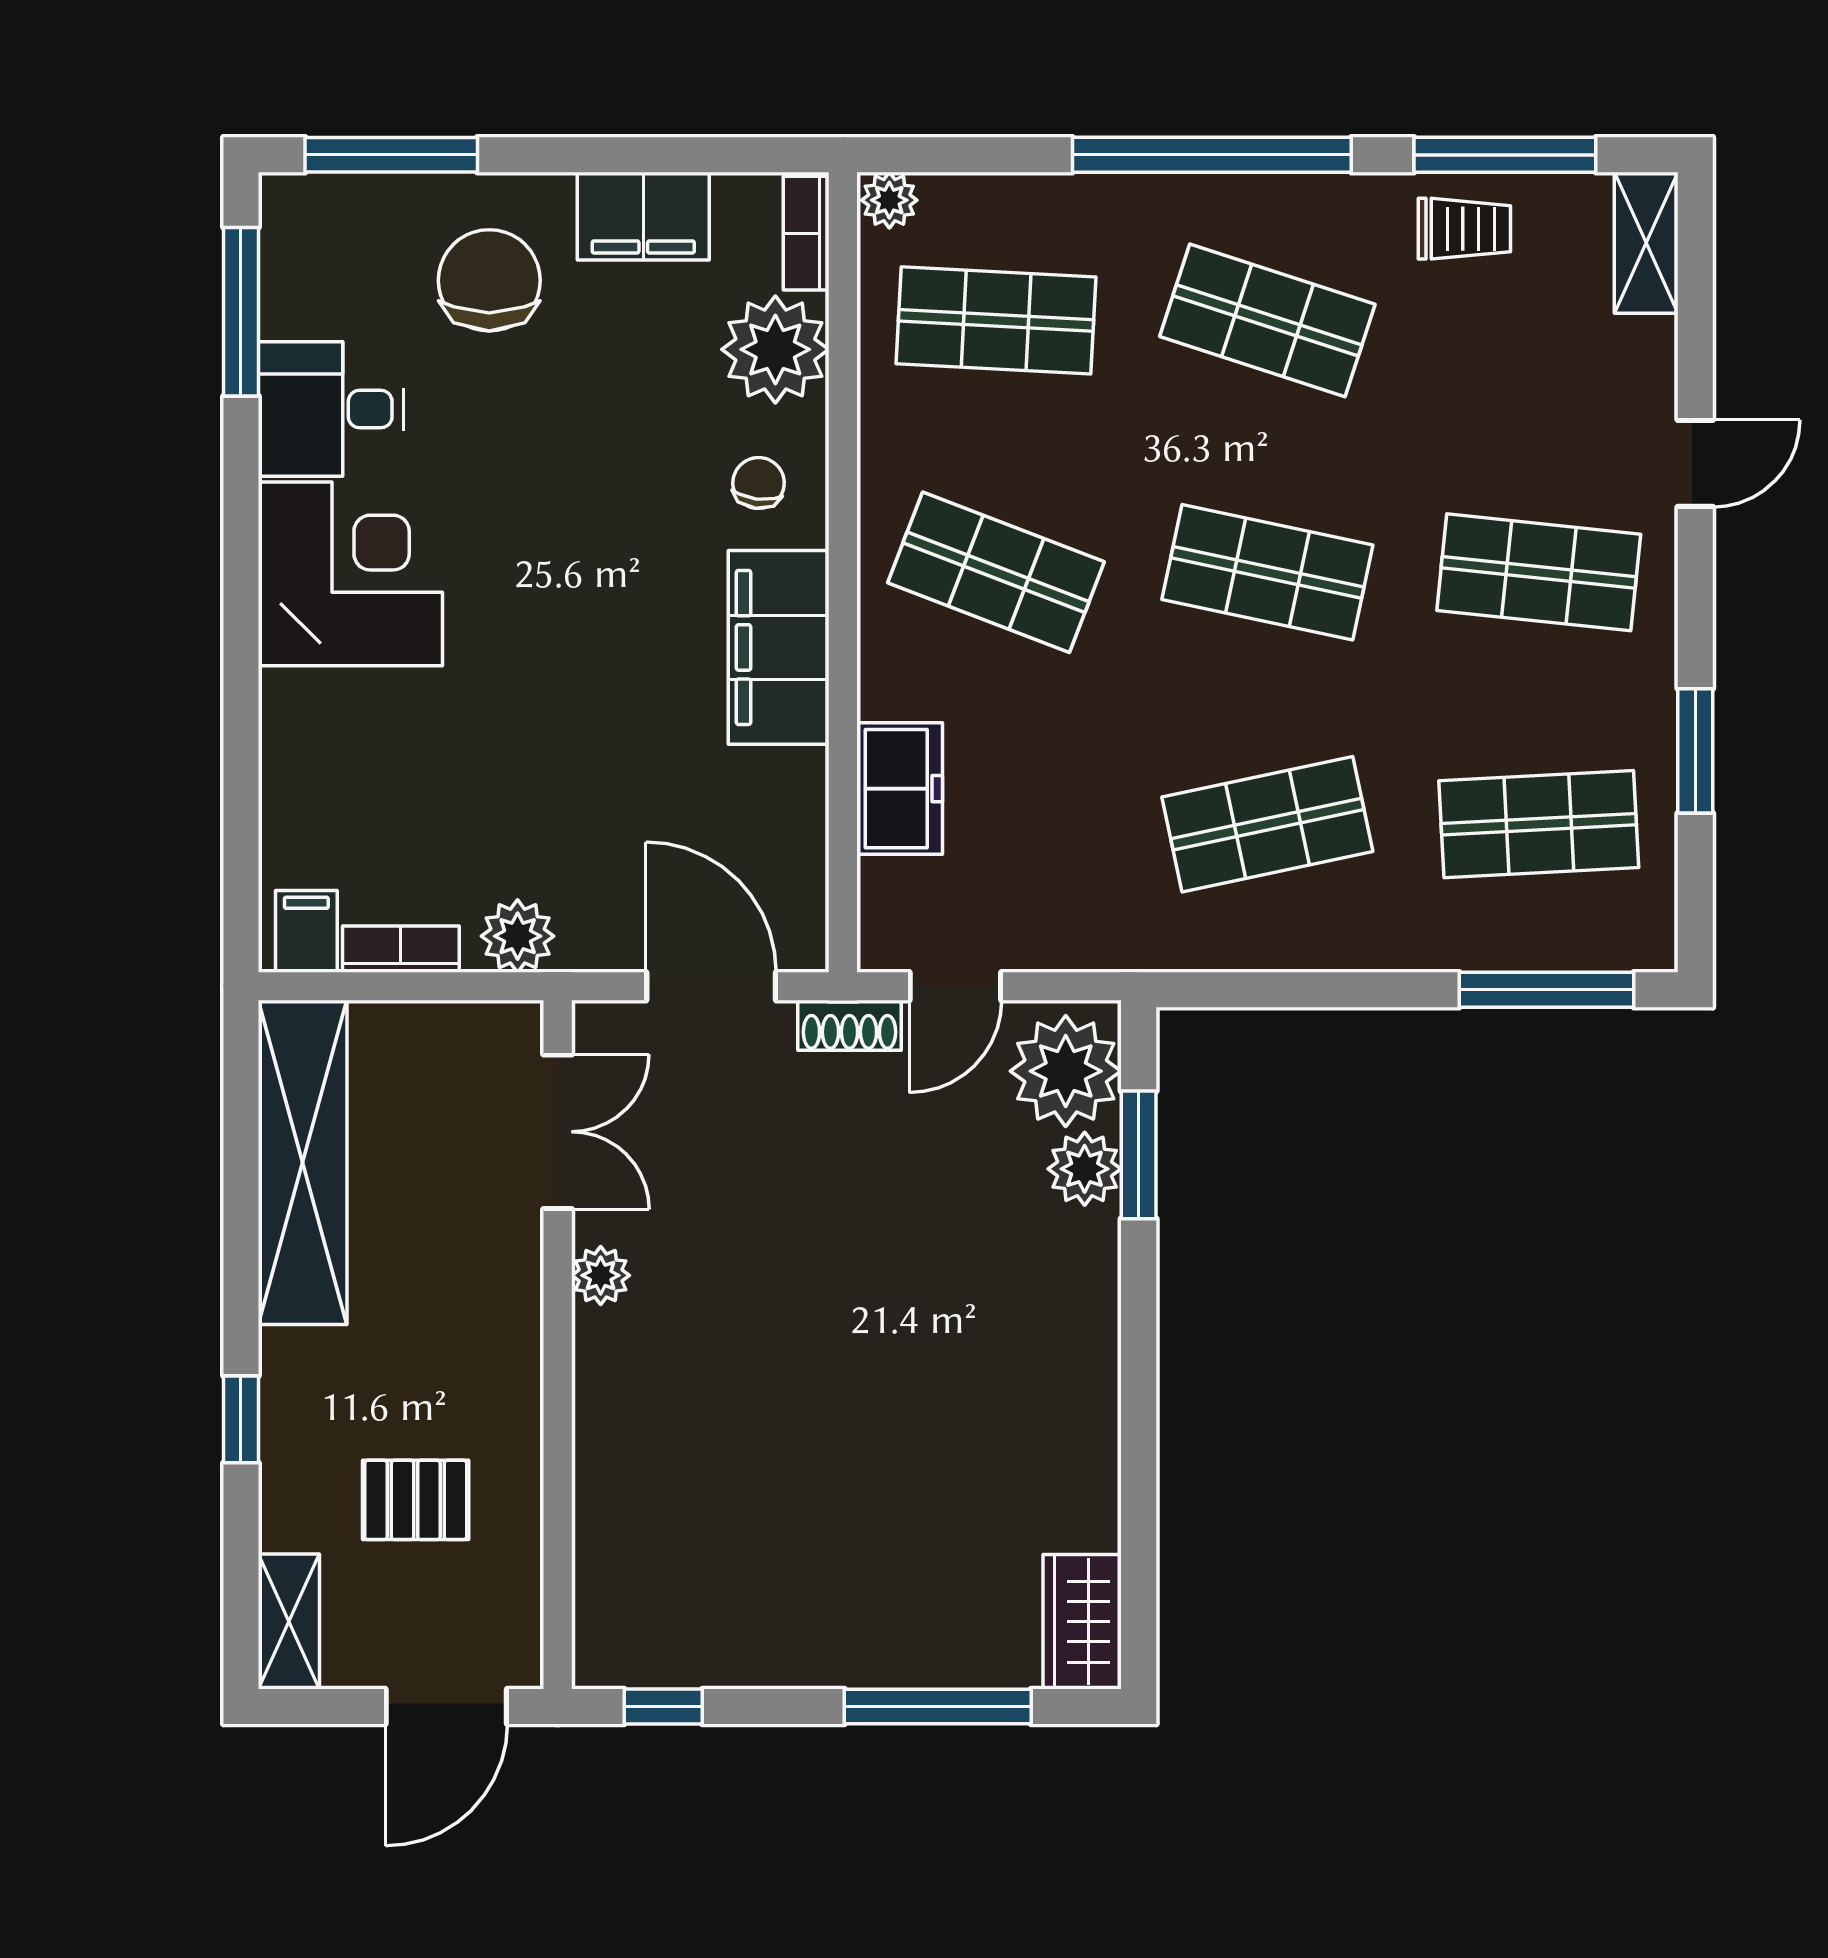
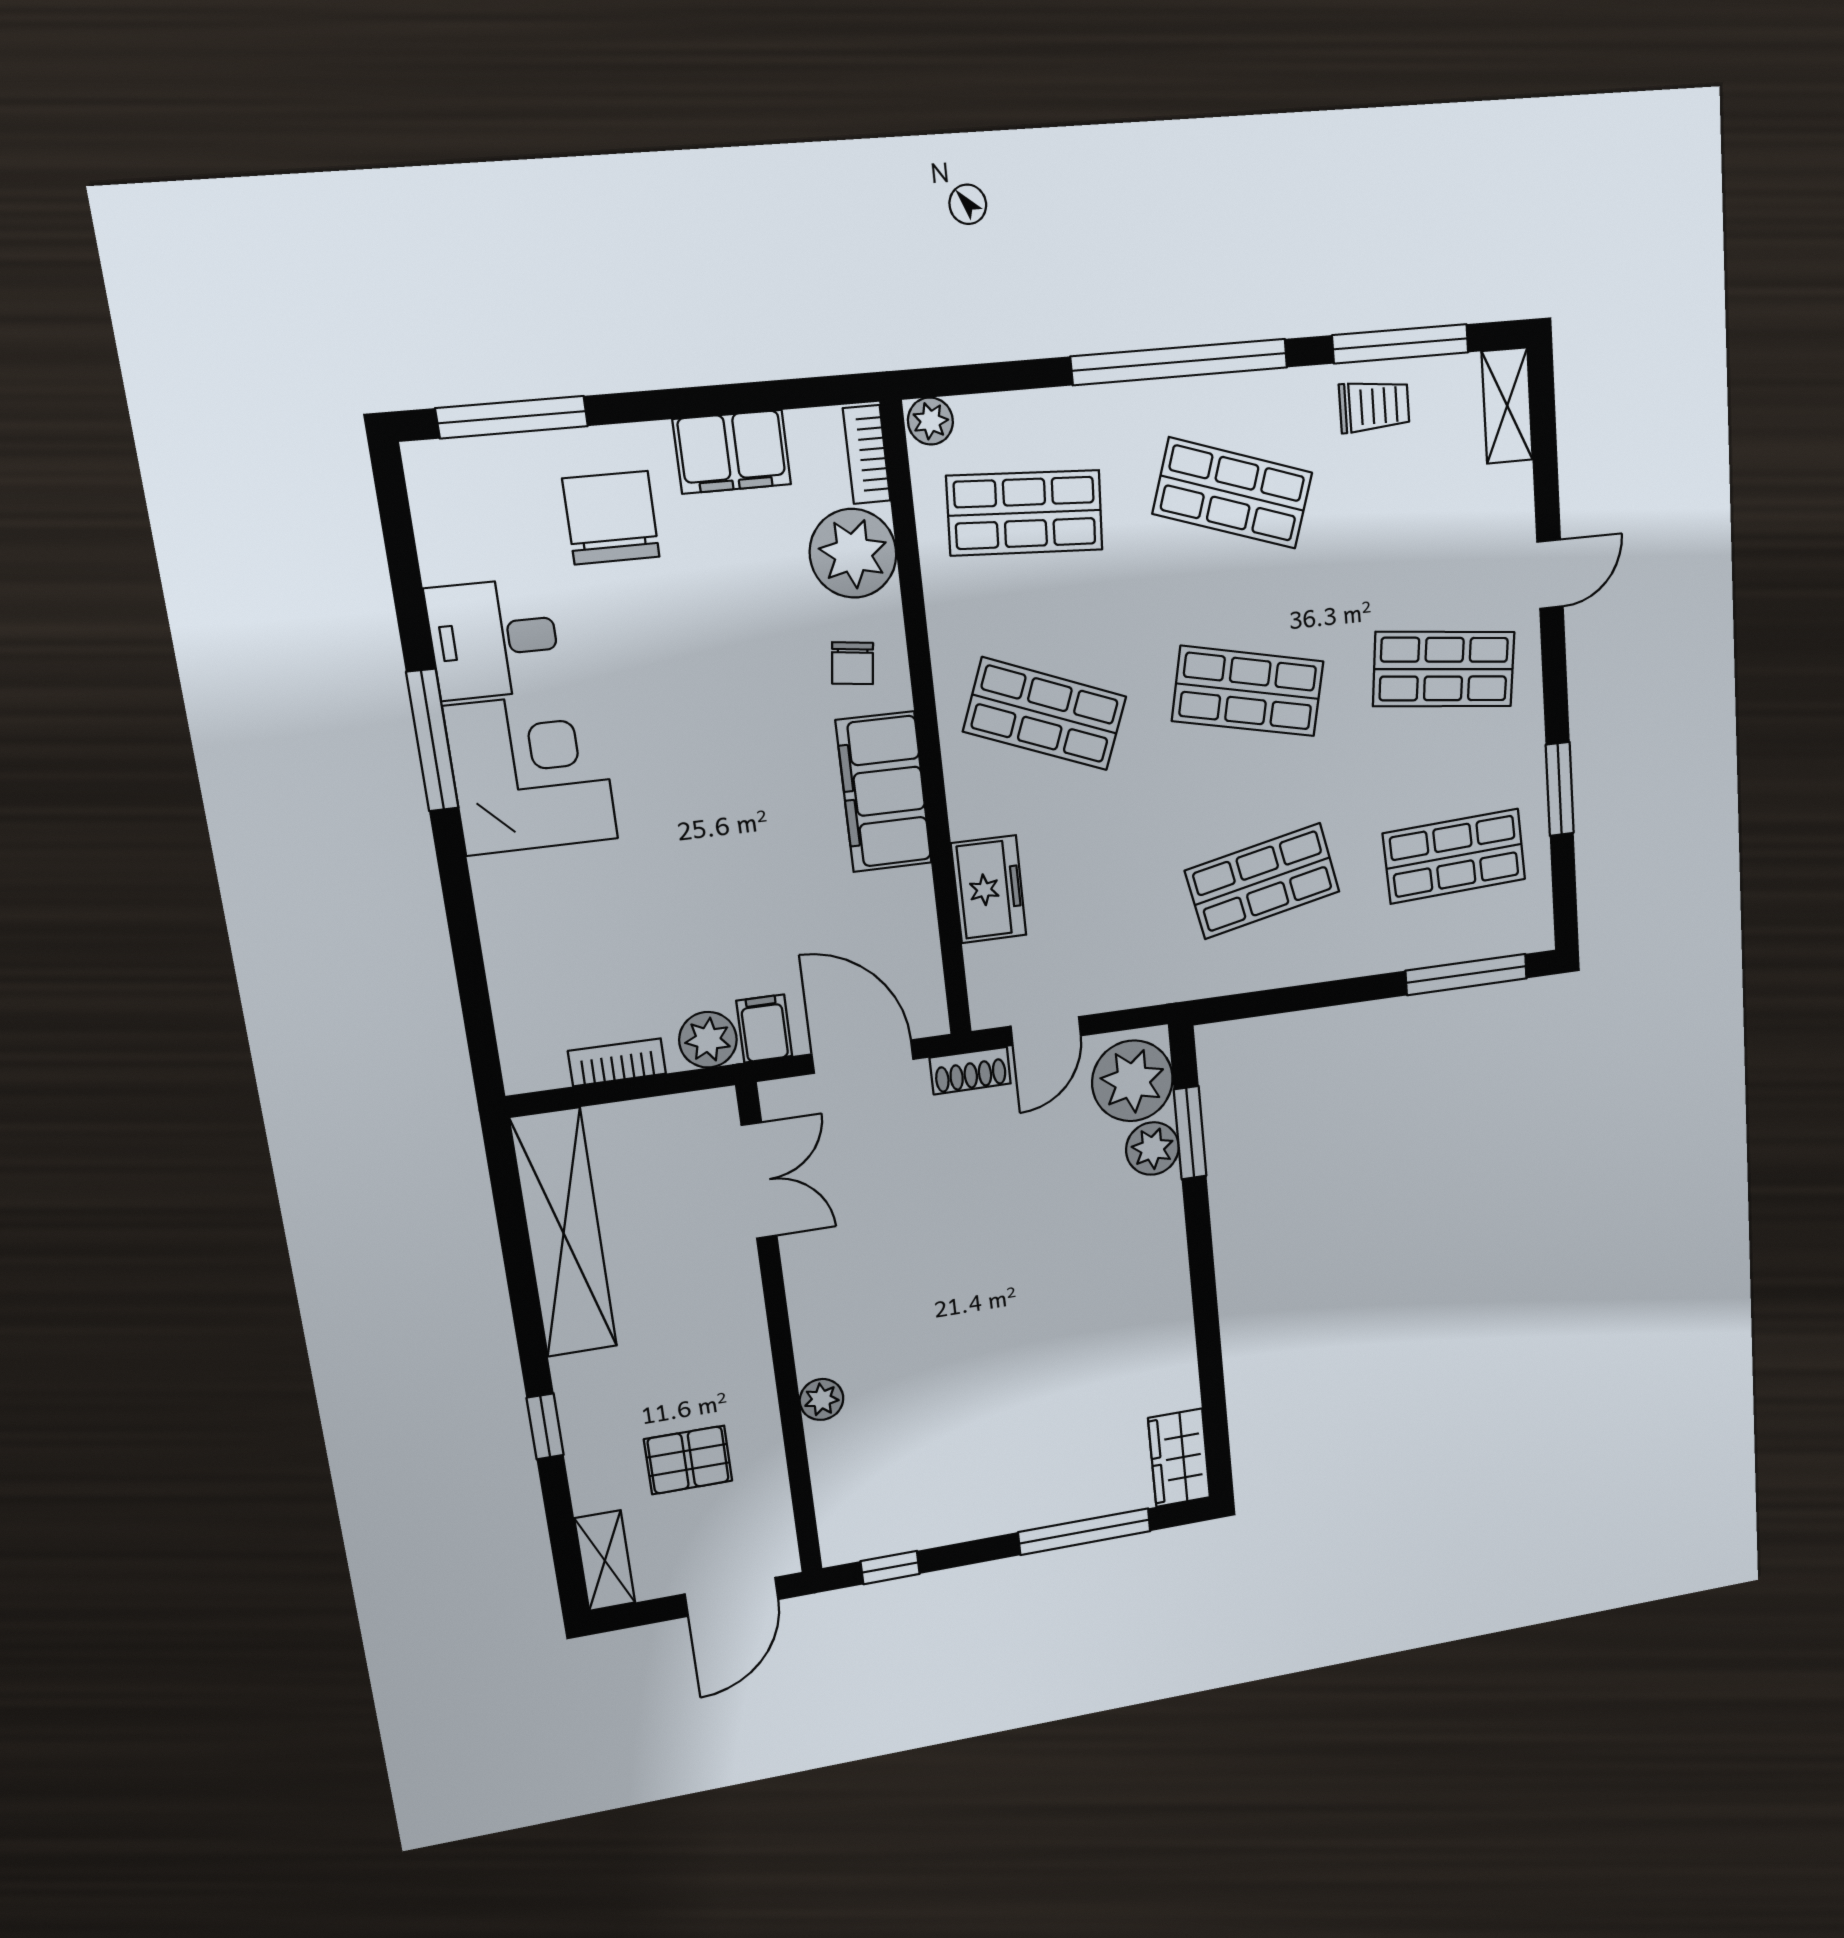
window: (241, 312) -> (432, 740), moved
chair: (759, 483) -> (853, 663), turned 180
filing cabinet: (306, 931) -> (764, 1028), moved
plant: (601, 1275) -> (822, 1399), moved

